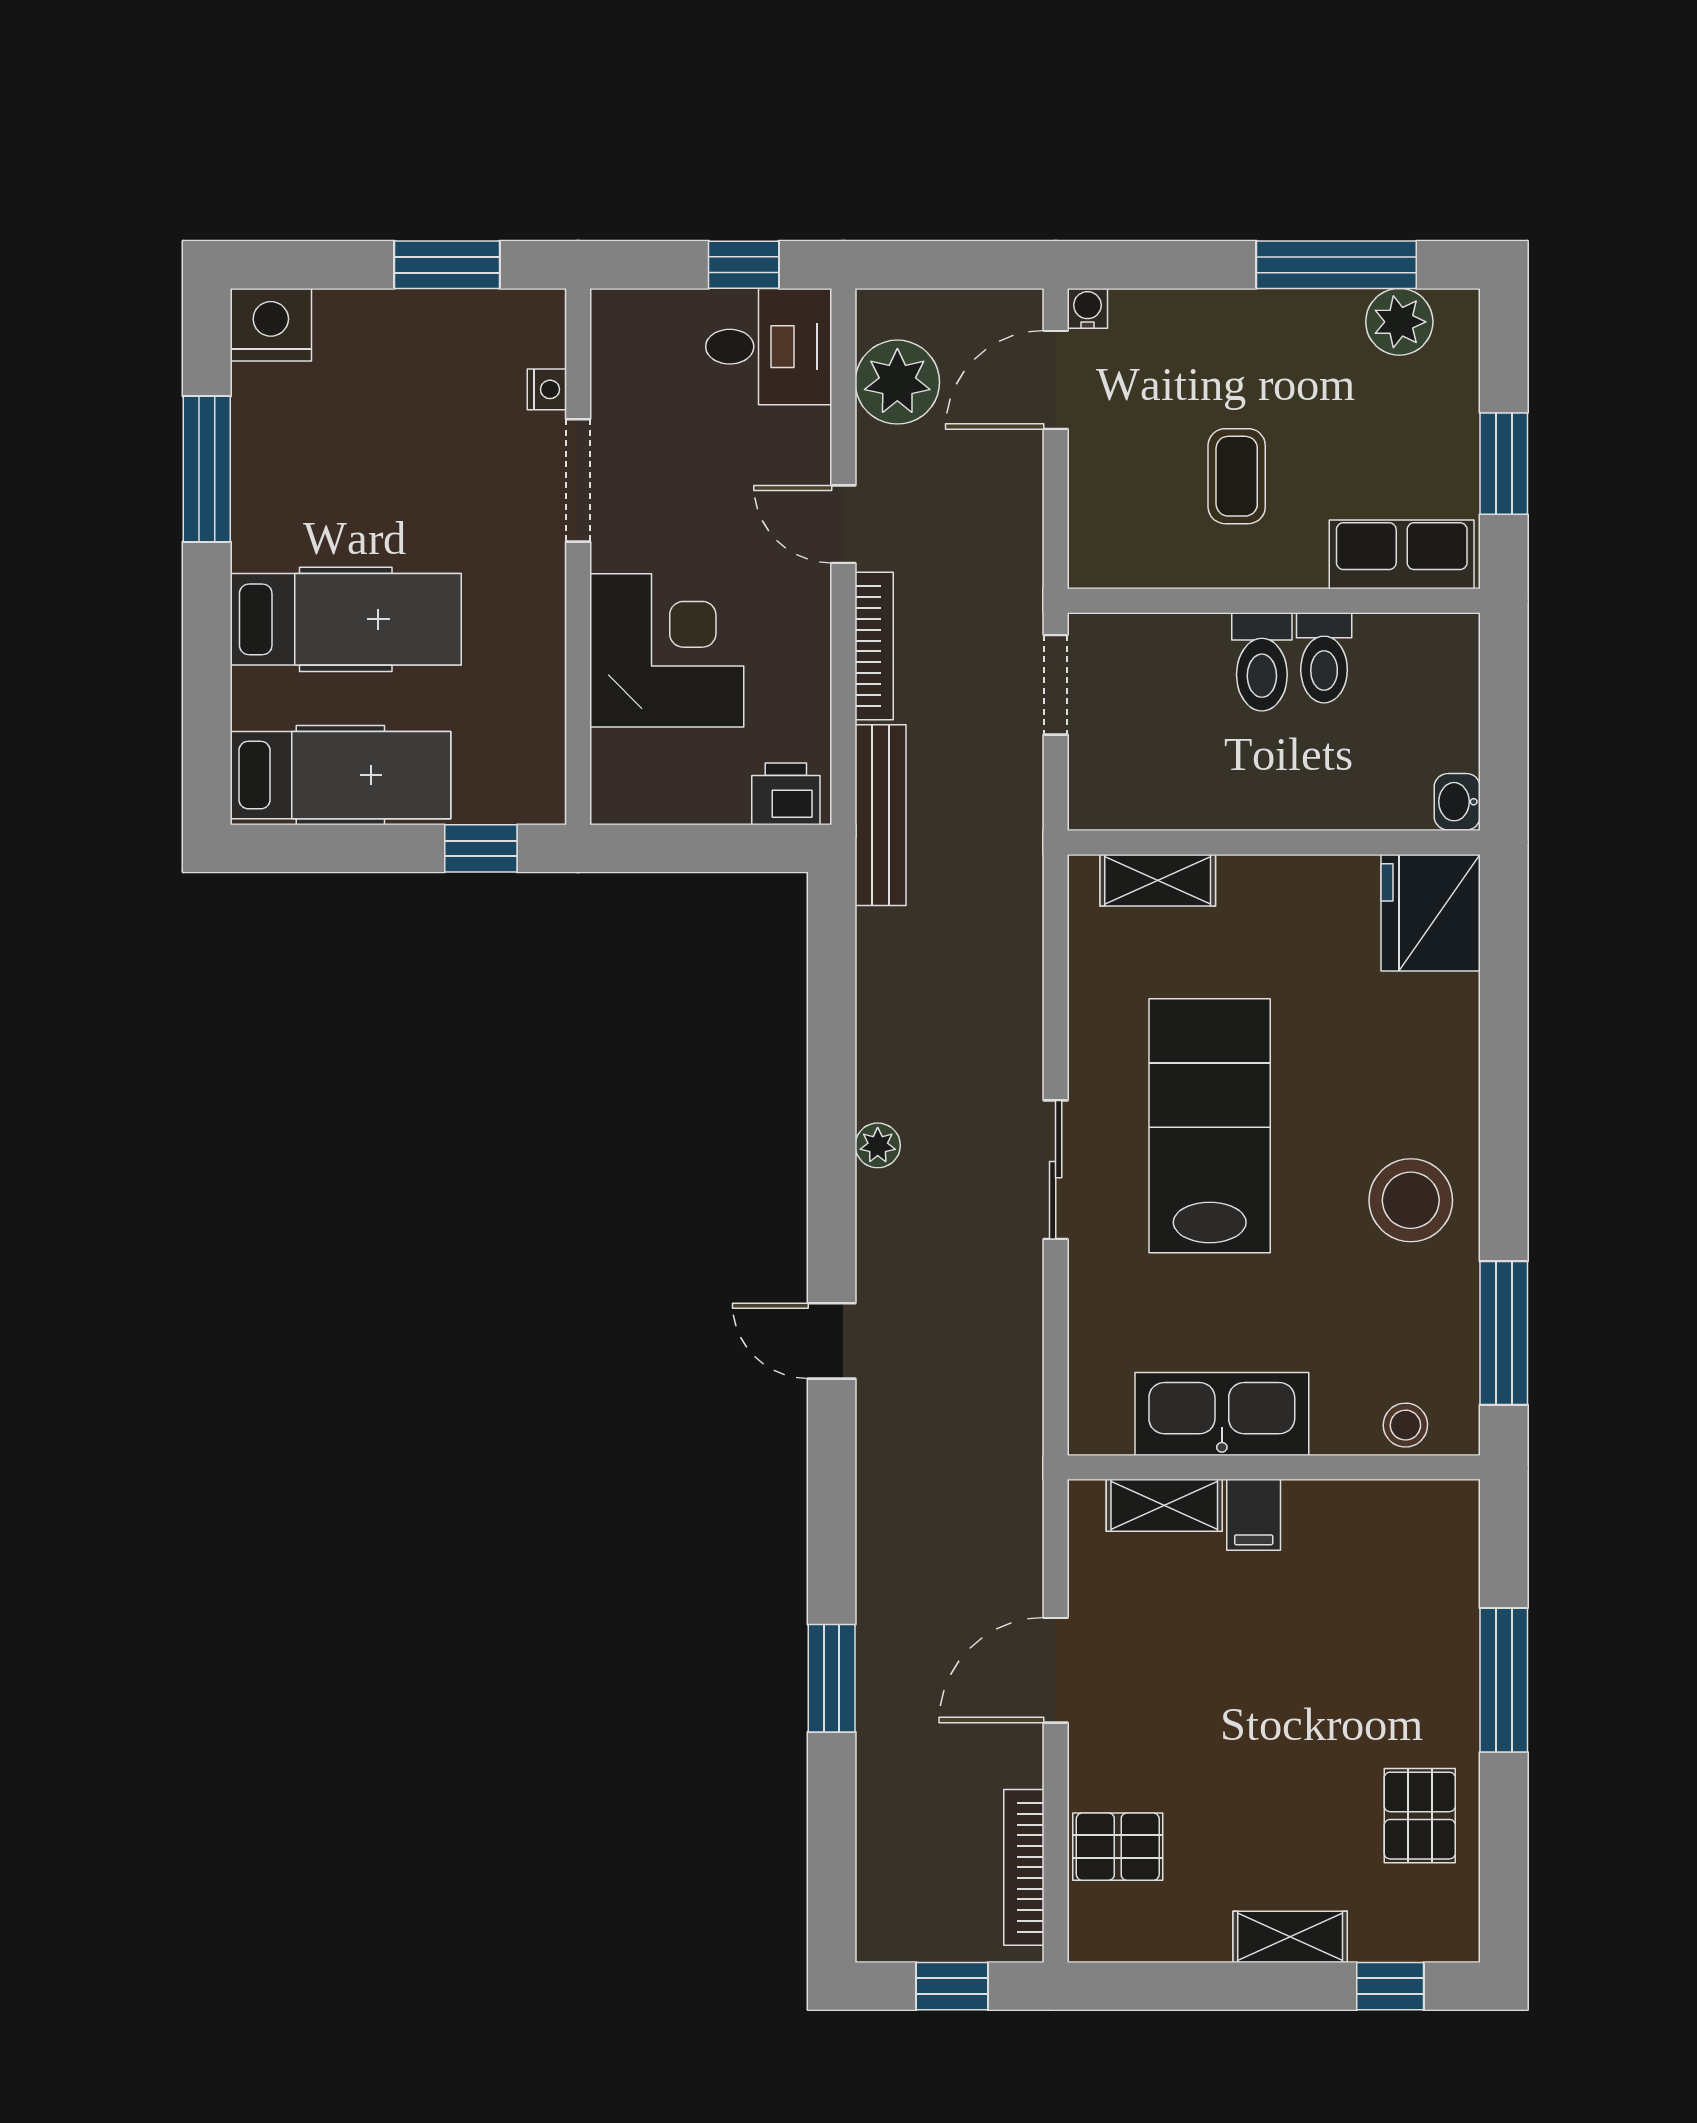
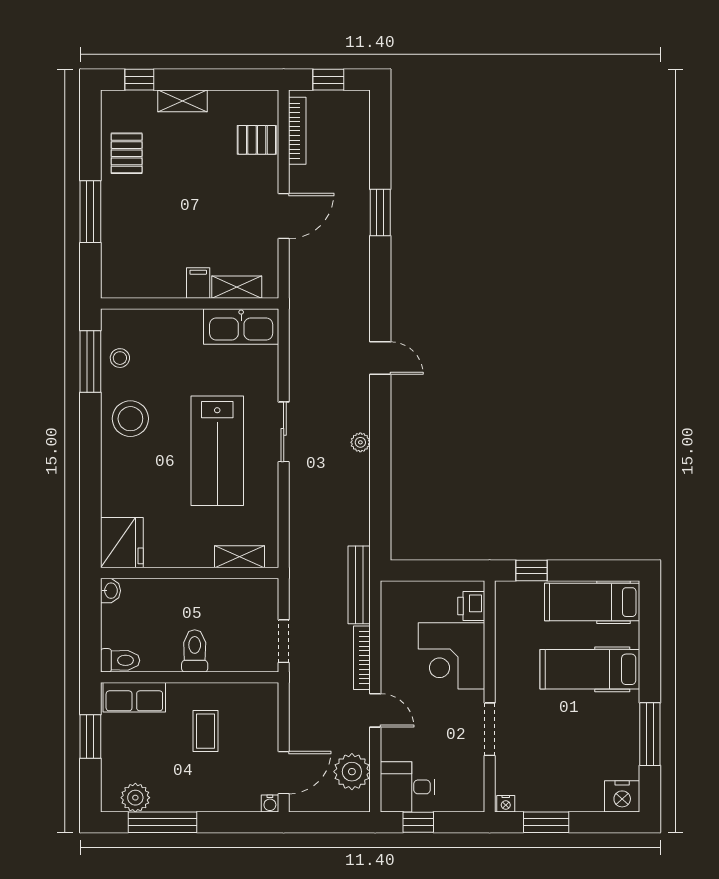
nightstand: (547, 389) -> (506, 804), moved, turned -90
toilet: (1324, 658) -> (120, 660), moved, turned 90
printer: (786, 794) -> (471, 606), moved, turned 90
kitchen sink: (1222, 1414) -> (241, 326), moved
stool: (1405, 1425) -> (120, 358), moved

